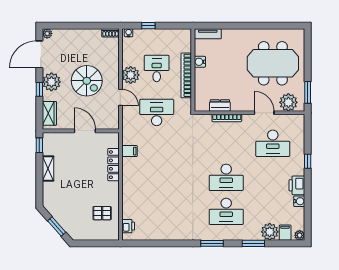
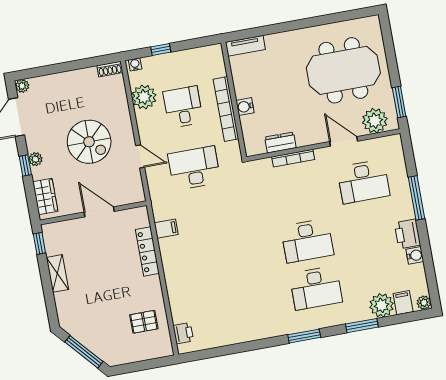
water cooler: (200, 62) -> (245, 107), moved
plant: (131, 75) -> (144, 97), moved
plant: (51, 82) -> (35, 159), width x0.53, depth x0.53
window: (308, 161) -> (417, 198), width x2.17
window: (57, 226) -> (84, 352), width x1.44

